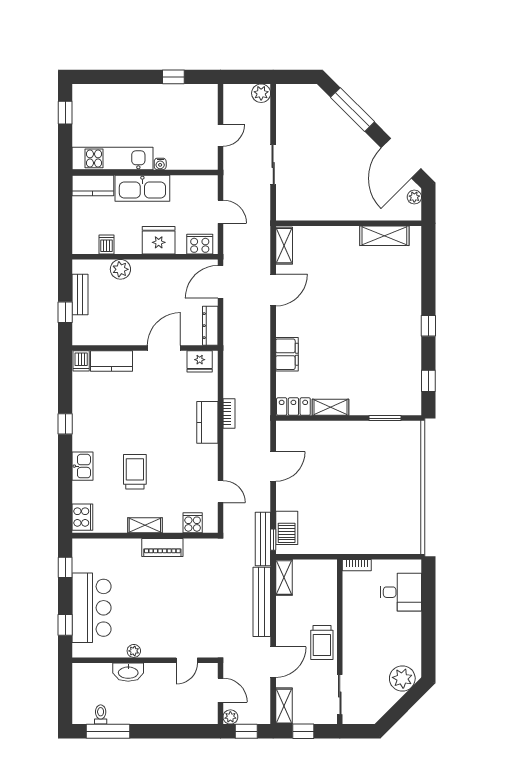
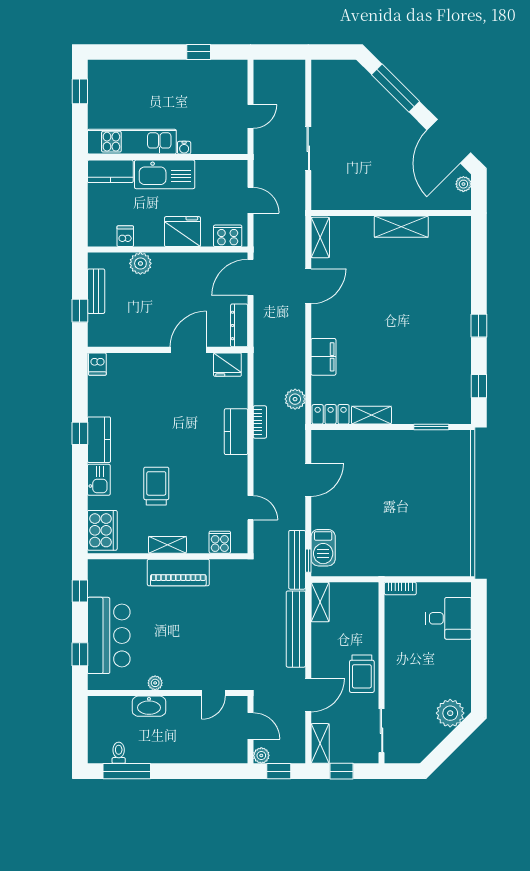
plant: (261, 93) -> (295, 399), moved
shelving: (384, 236) -> (401, 227), moved
kitchen counter: (111, 361) -> (99, 440), moved, turned -90
cooker: (82, 517) -> (102, 530), width x1.37, depth x1.31
piano: (162, 547) -> (178, 572), width x1.37, depth x1.33

